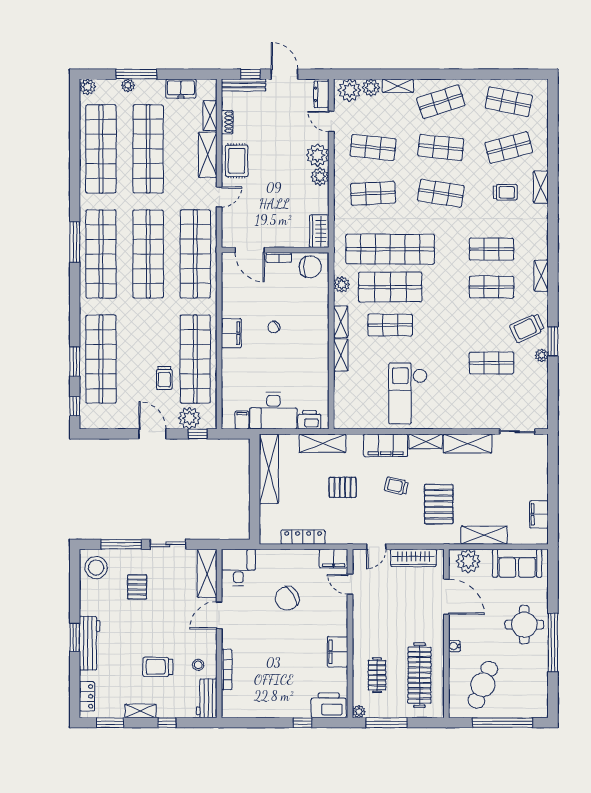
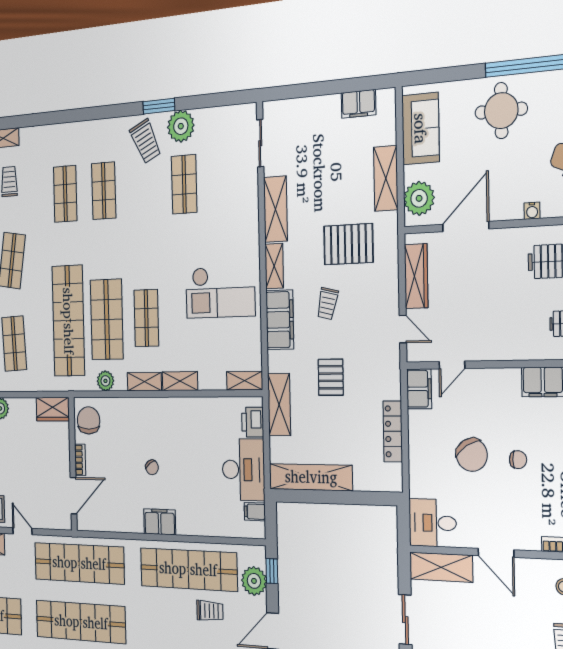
shelving: (541, 276) -> (245, 381), moved
plant: (542, 355) -> (181, 126), width x1.88, depth x1.88
chair: (284, 633) -> (518, 460), added

